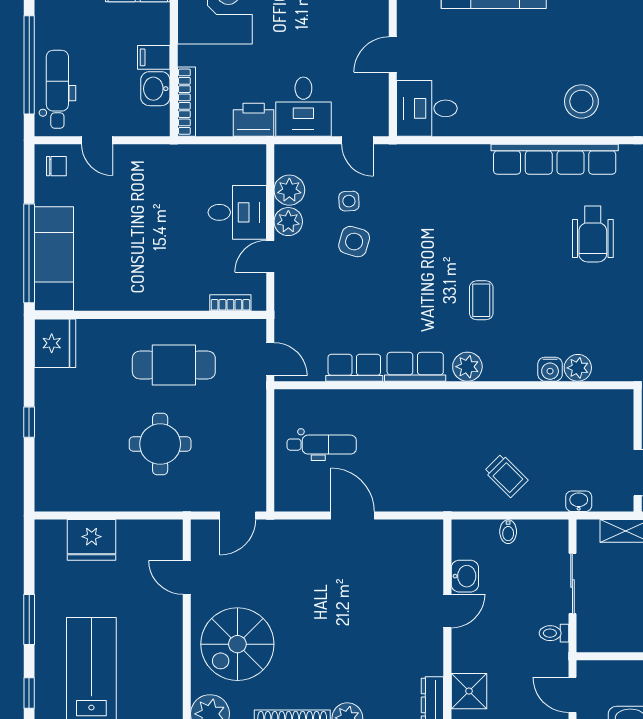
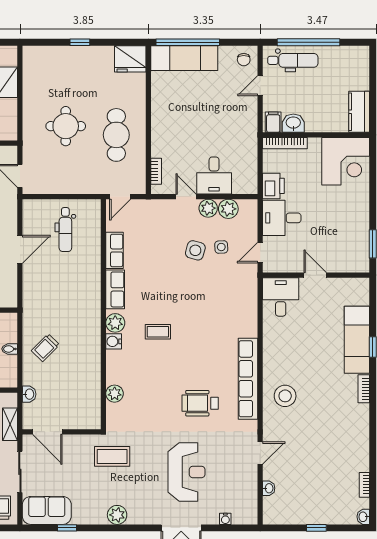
filing cabinet: (154, 57) -> (273, 122), moved
water cooler: (550, 369) -> (114, 341), moved

